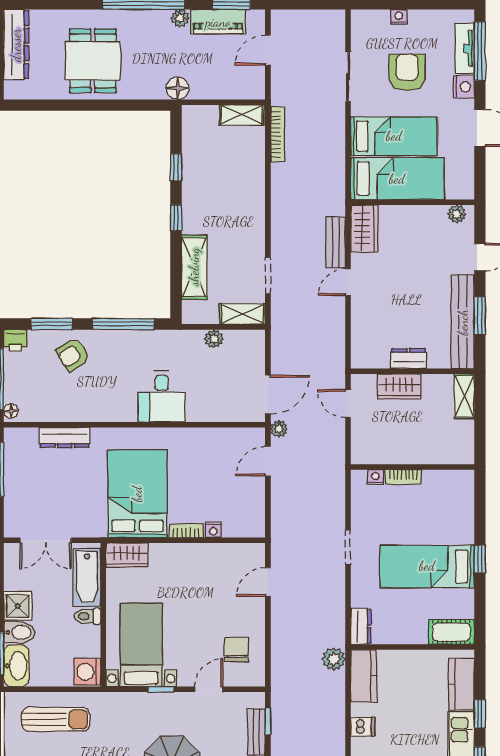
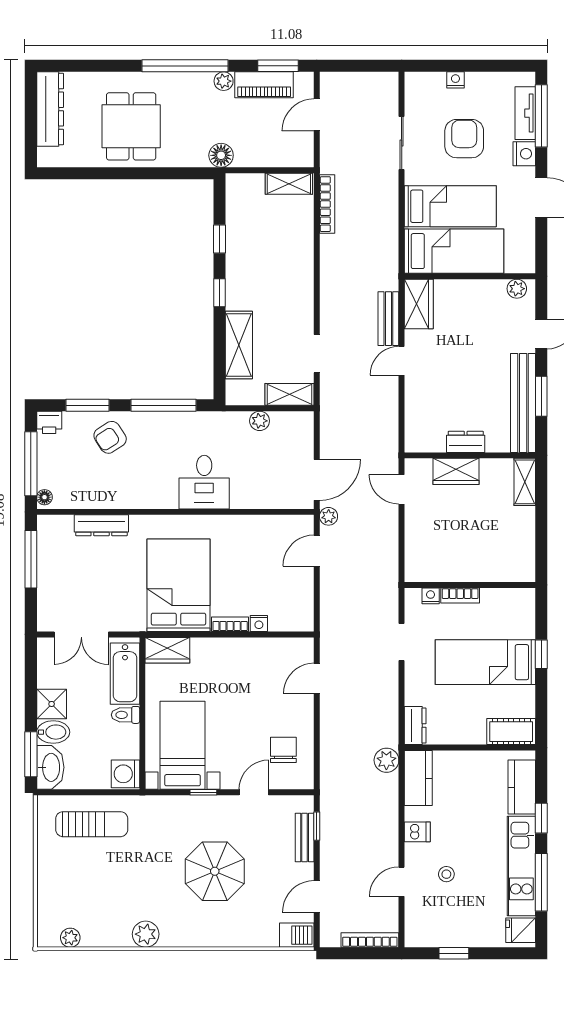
wall: (412, 467) -> (470, 585), moved
nightstand: (375, 477) -> (431, 596), moved
bookcase: (403, 477) -> (460, 595), moved

